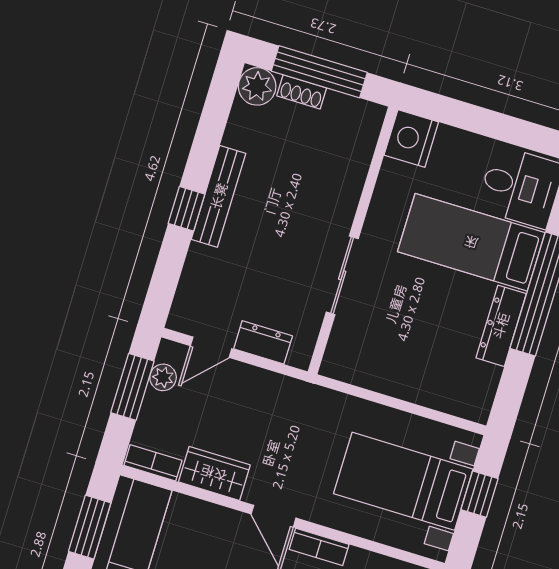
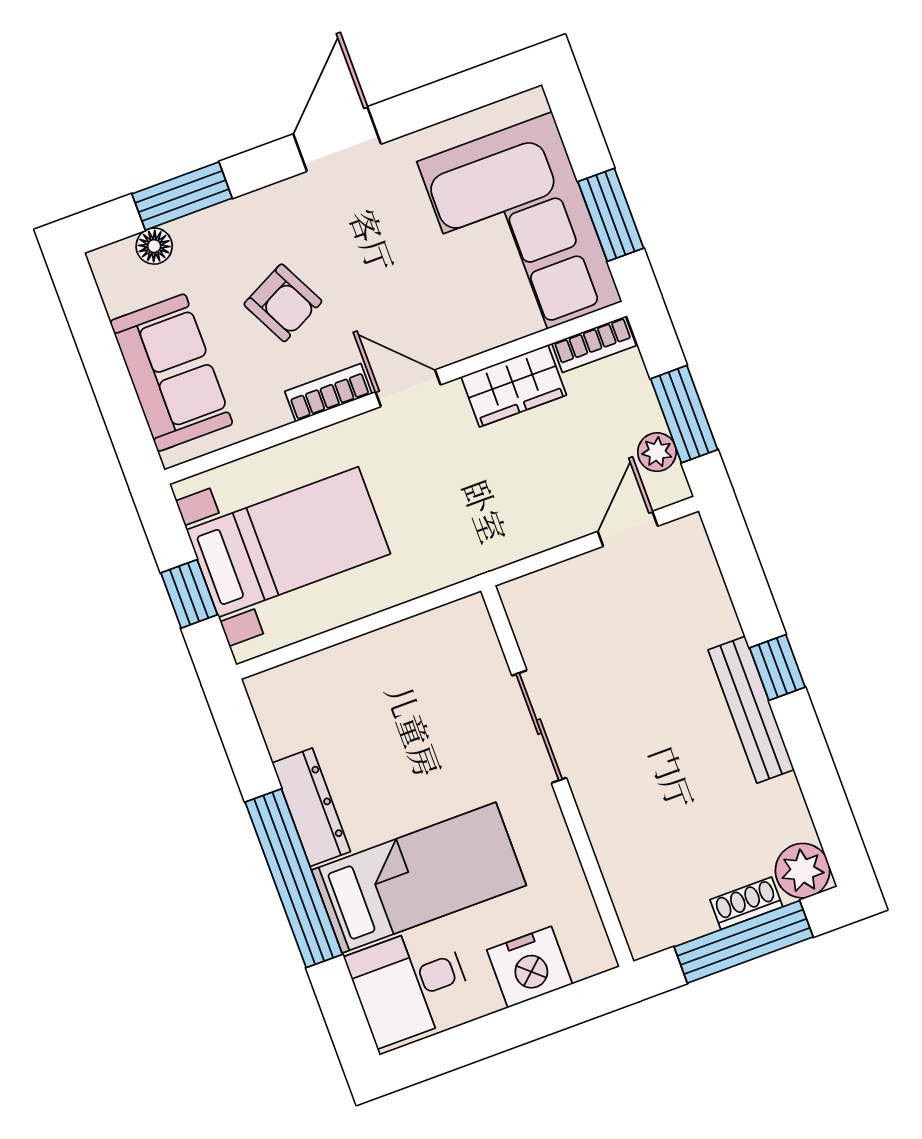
nightstand: (411, 139) -> (530, 967), moved, turned 90
dresser: (263, 342) -> (572, 580), removed

